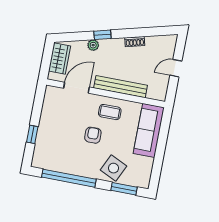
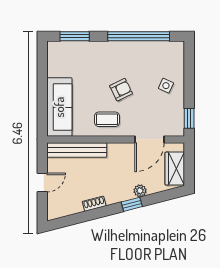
bench: (121, 87) -> (77, 150), moved
window: (32, 134) -> (189, 118), moved
armchair: (93, 135) -> (121, 90), turned -116
side table: (113, 168) -> (166, 86), moved, width x0.54, depth x0.54

